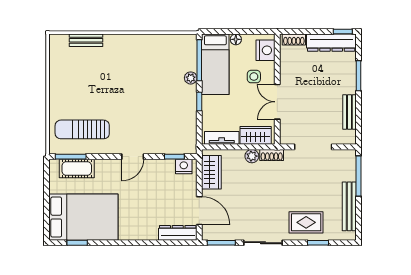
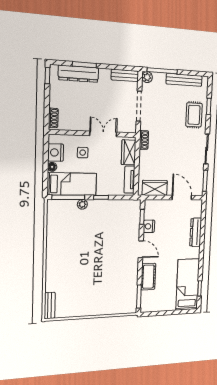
bench: (86, 40) -> (50, 306), moved
dresser: (331, 43) -> (78, 74), moved, turned 90
nightstand: (265, 50) -> (56, 152), moved, turned -90
double door: (277, 102) -> (103, 134), swing flipped
bench: (349, 112) -> (125, 75), moved
sun lounger: (82, 129) -> (119, 289), removed
plant: (252, 156) -> (147, 77), moved
nightstand: (184, 167) -> (149, 226), moved
cot: (77, 169) -> (148, 277), moved
door: (199, 211) -> (182, 198), hinge flipped
bed: (83, 217) -> (188, 284), width x0.67
dresser: (178, 233) -> (196, 232), moved

